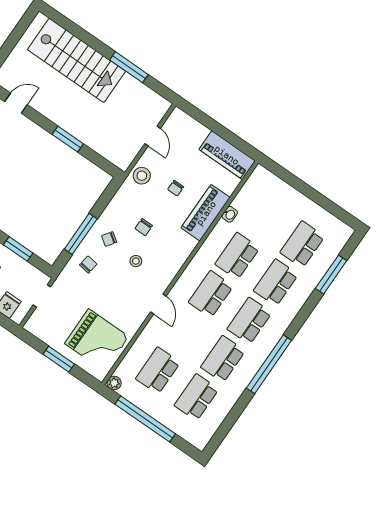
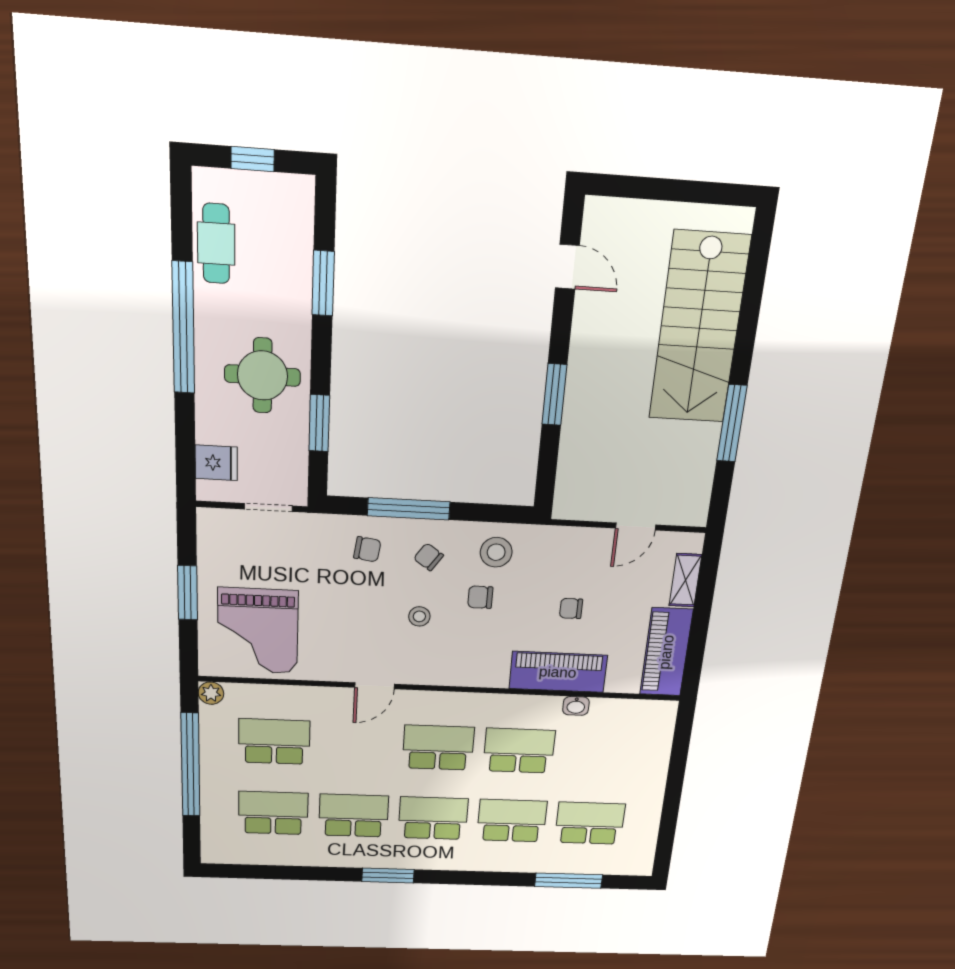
shelving: (194, 127) -> (685, 580), added
stool: (142, 176) -> (496, 552), moved
window: (269, 364) -> (388, 875), width x0.47

